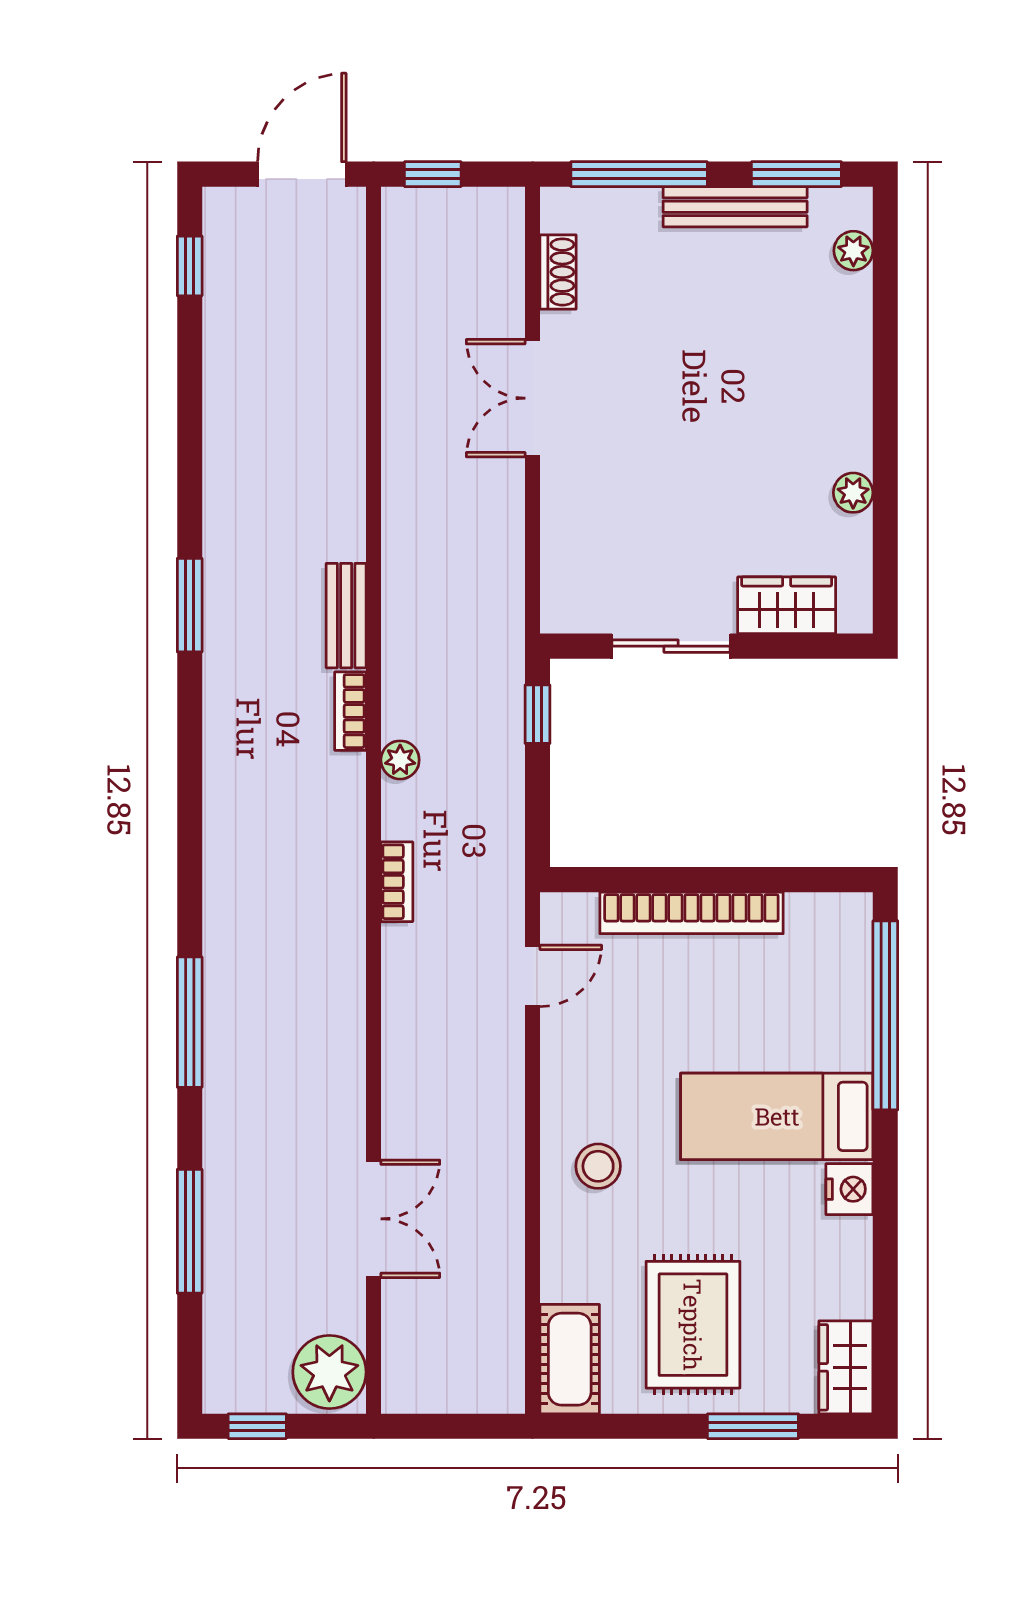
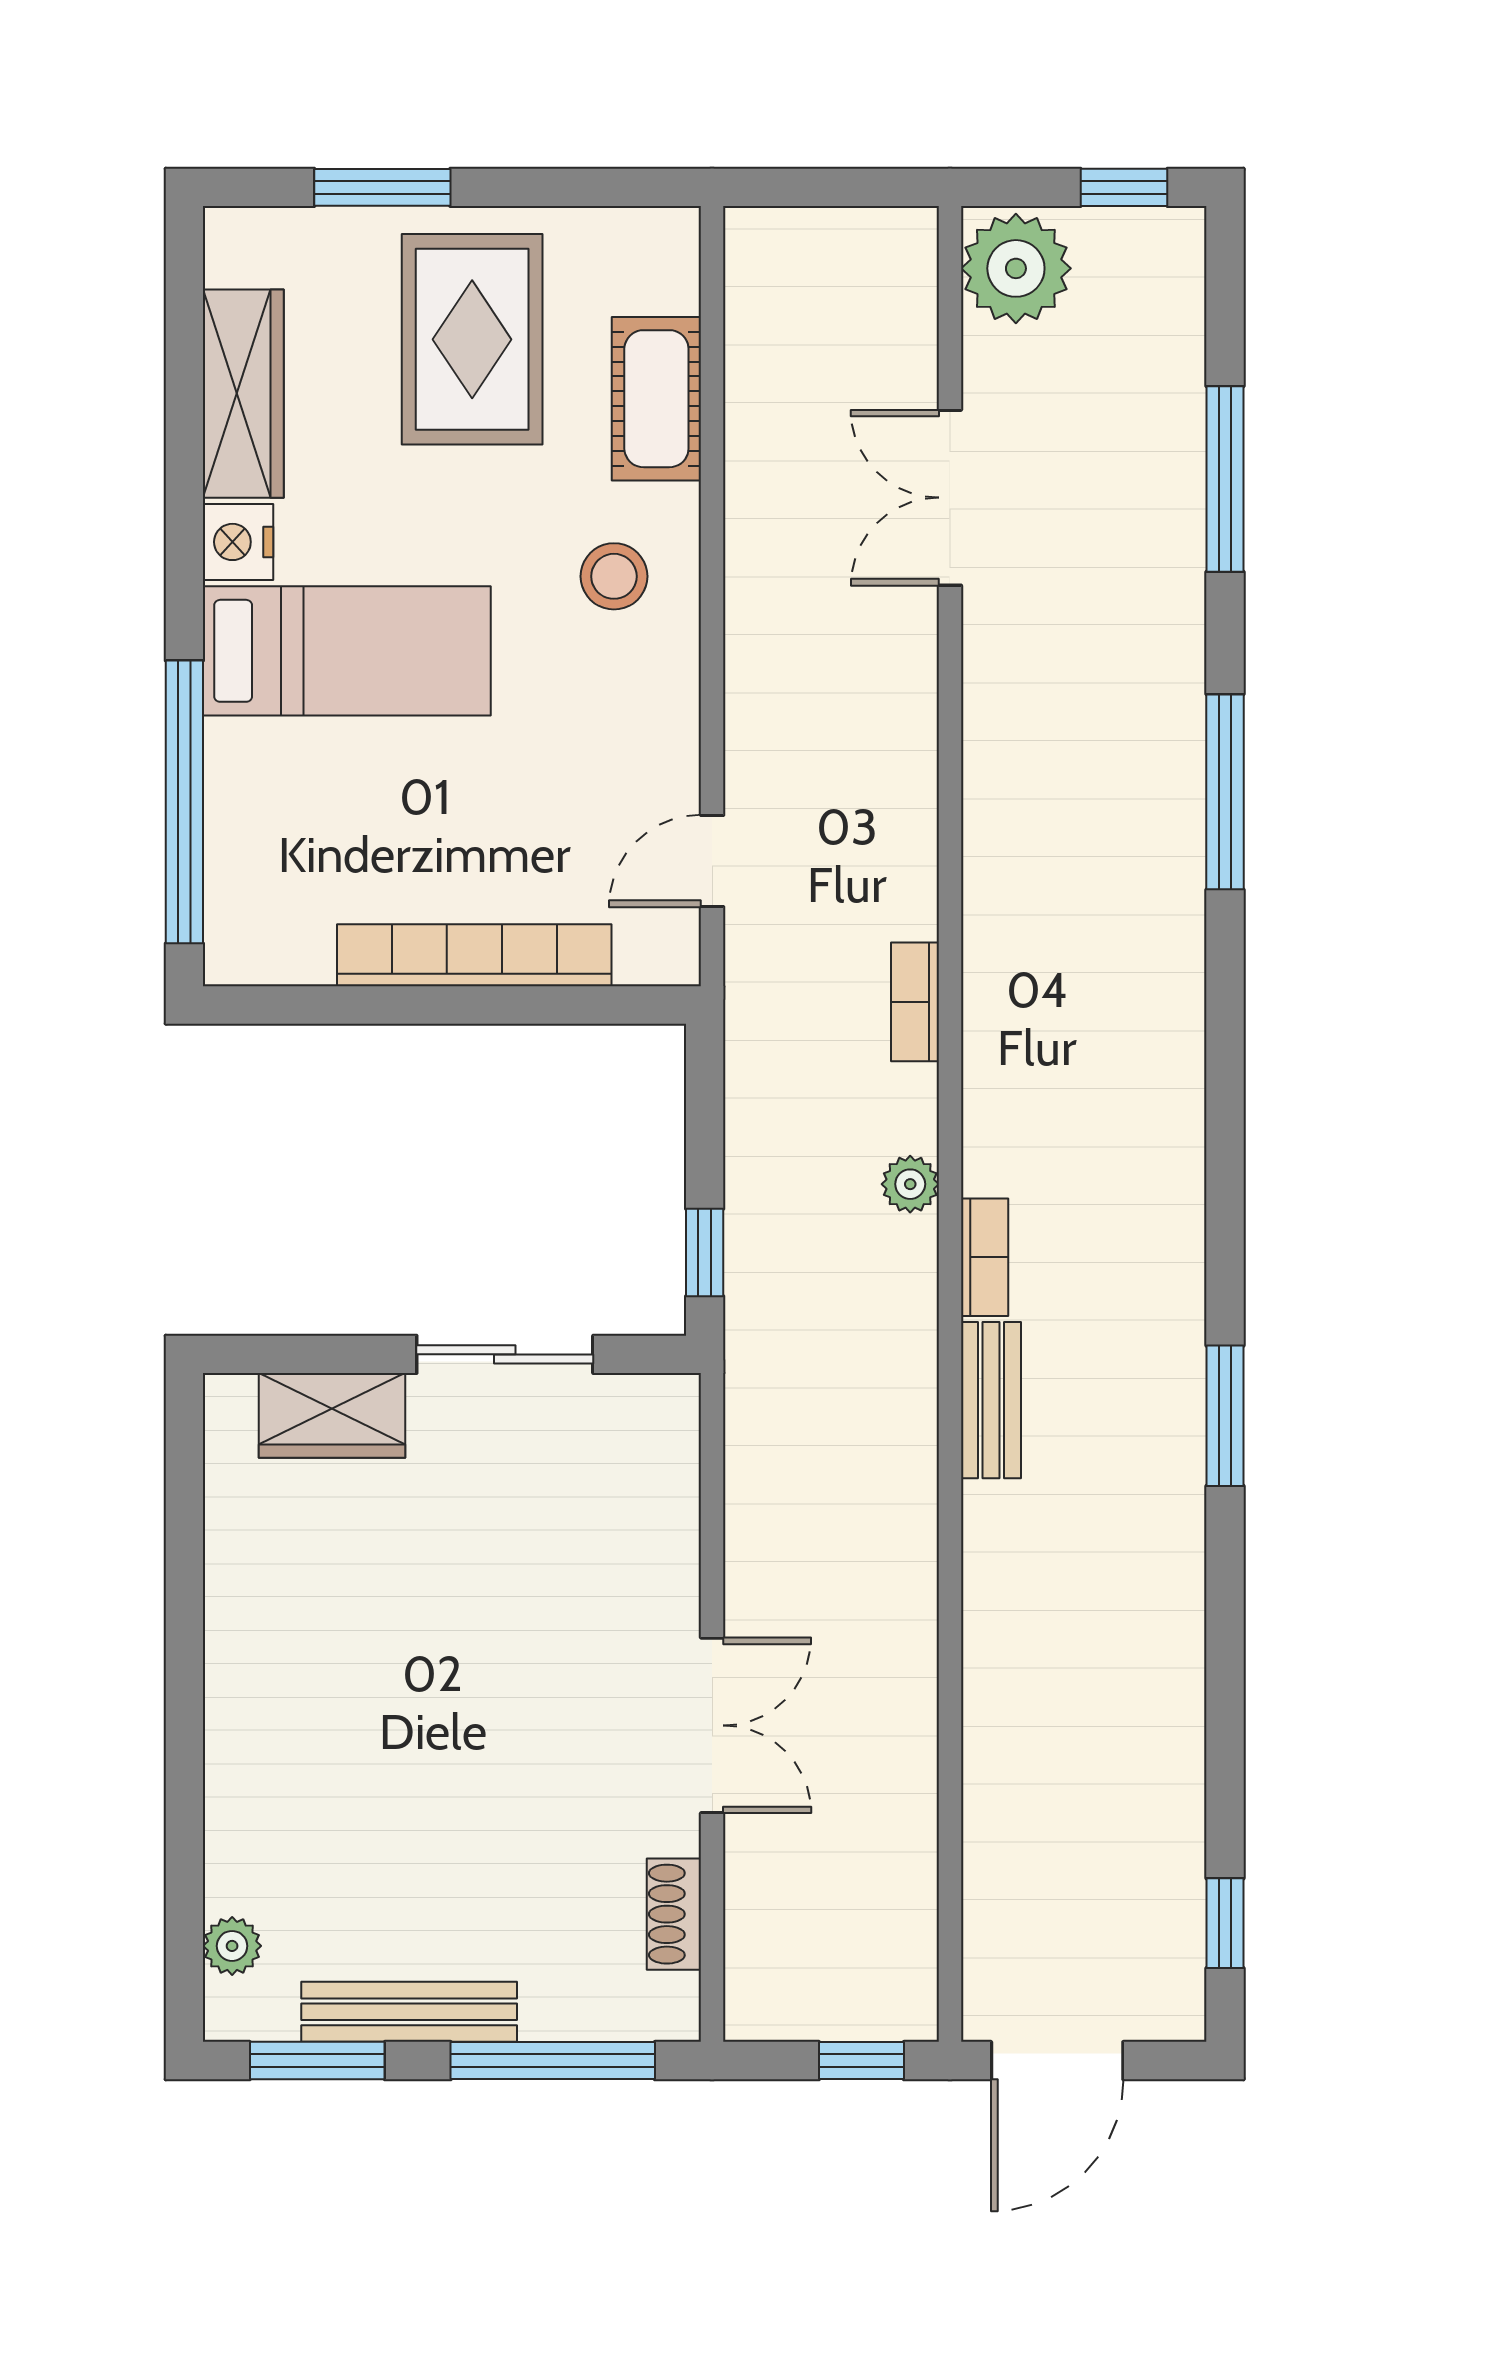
plant: (853, 493) -> (232, 1584), removed
cot: (570, 1359) -> (656, 399), moved
wardrobe: (846, 1367) -> (243, 394), moved, width x1.50

